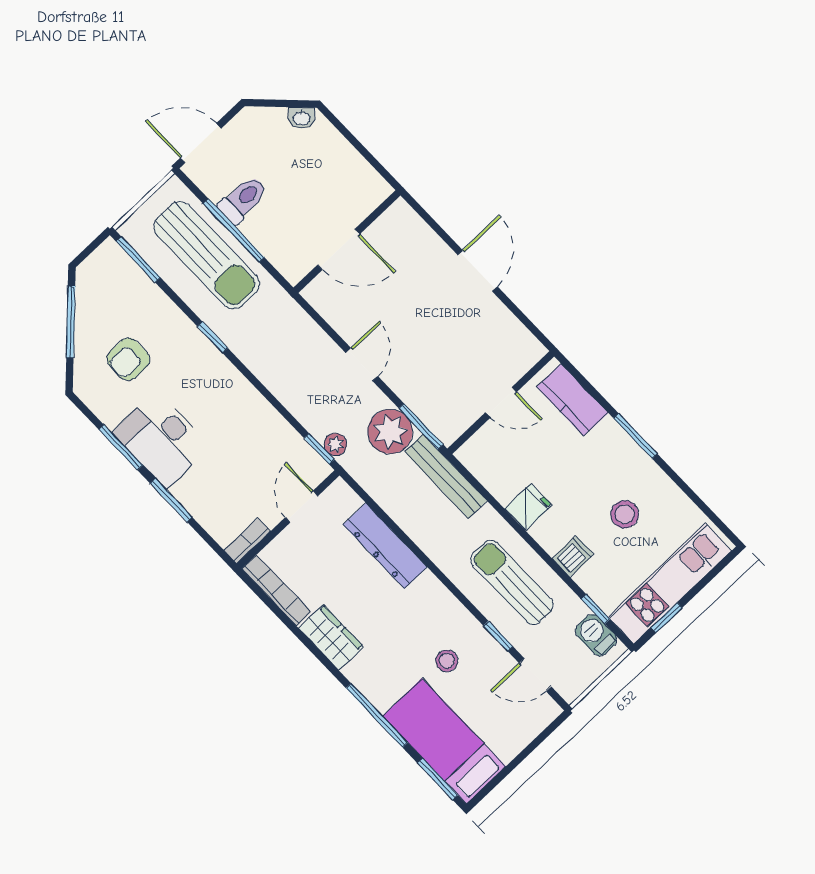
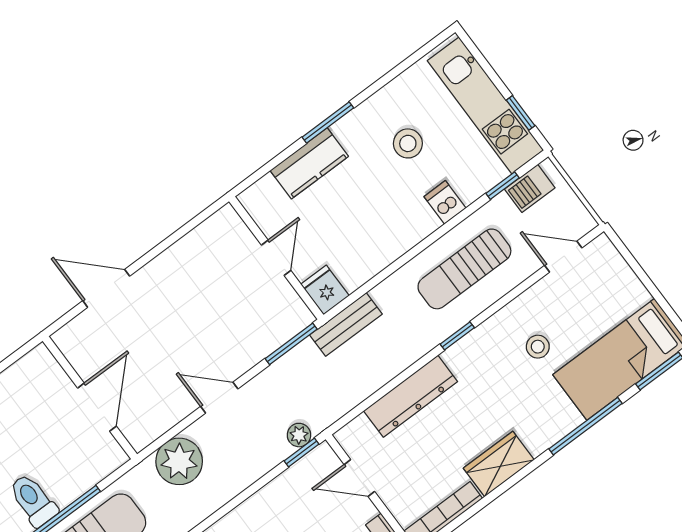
door: (478, 271) -> (106, 288), moved
kitchen counter: (572, 400) -> (309, 163), moved
plant: (390, 432) -> (179, 461), moved
bench: (446, 476) -> (346, 324), width x0.73
fridge: (528, 507) -> (325, 290), moved
window: (498, 636) -> (457, 336), moved
door: (535, 675) -> (563, 257), swing flipped

